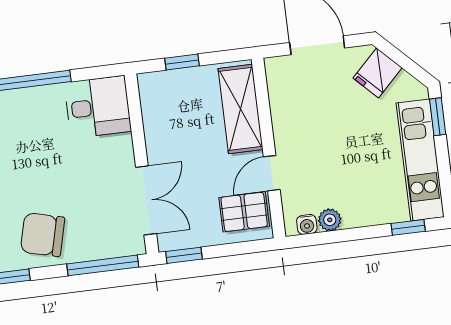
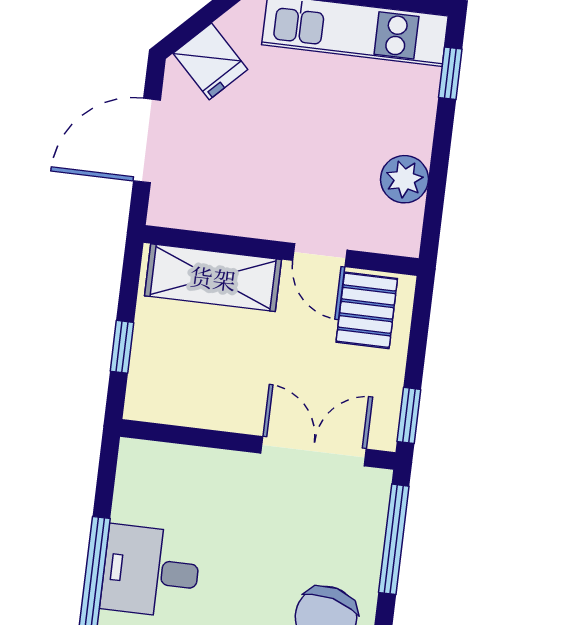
desk: (98, 107) -> (151, 571), moved, turned -90
plant: (330, 220) -> (404, 179), width x1.38, depth x1.38
water cooler: (307, 224) -> (408, 222), removed

